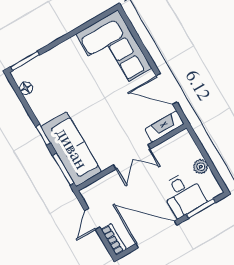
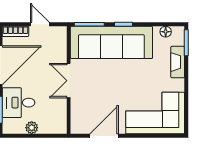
fireplace: (165, 126) -> (178, 62), moved, turned 180
sofa: (71, 149) -> (111, 42), width x1.36, depth x1.27

